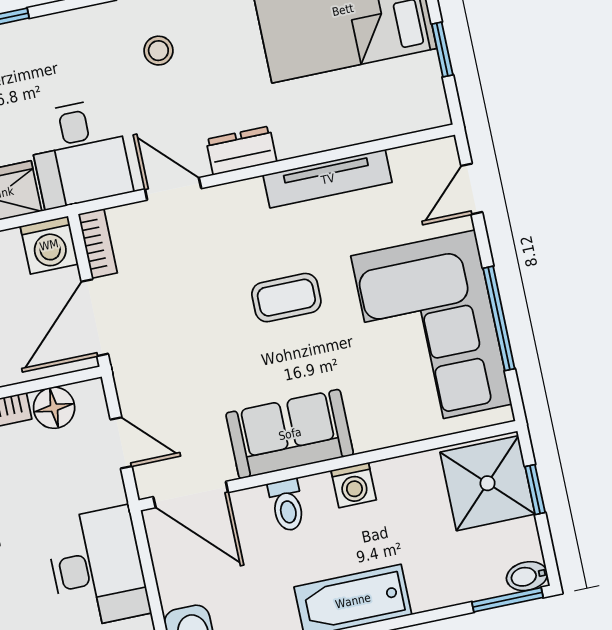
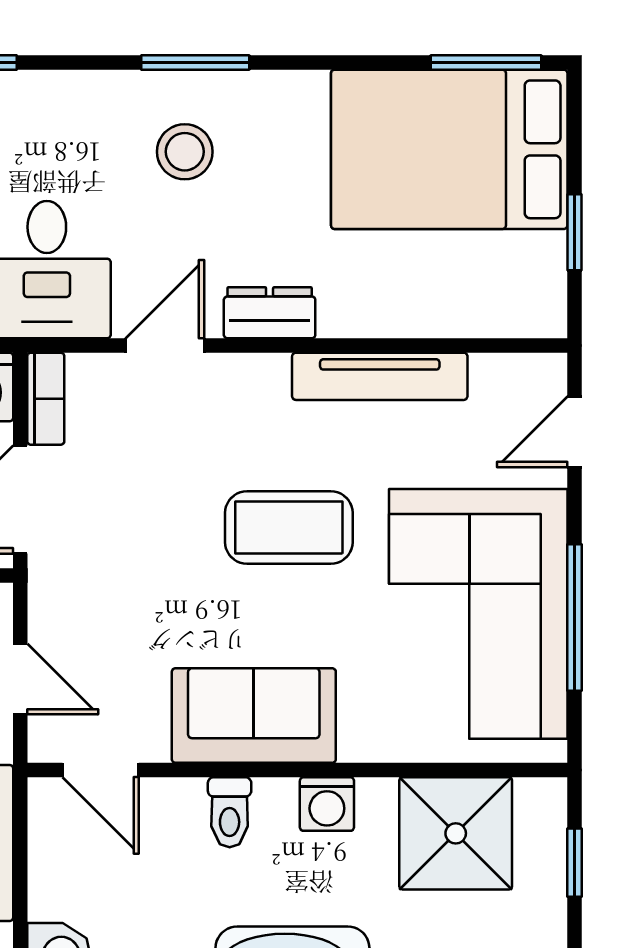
stool: (158, 51) -> (185, 152), width x1.37, depth x1.37
door: (173, 189) -> (165, 345), hinge flipped
coffee table: (286, 298) -> (289, 528), width x1.36, depth x1.30
shower: (488, 483) -> (456, 833), moved
door: (191, 495) -> (101, 770), width x0.73

